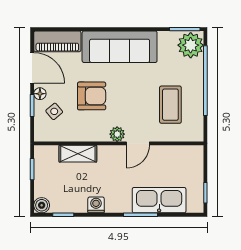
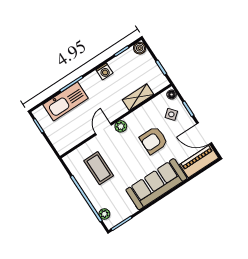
plant: (191, 45) -> (104, 214), width x0.53, depth x0.53
floor lamp: (40, 94) -> (172, 95), moved

